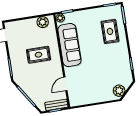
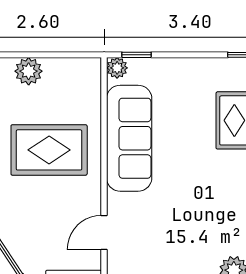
plant: (43, 22) -> (29, 71), moved
rug: (38, 55) -> (49, 150), width x1.36, depth x1.43

